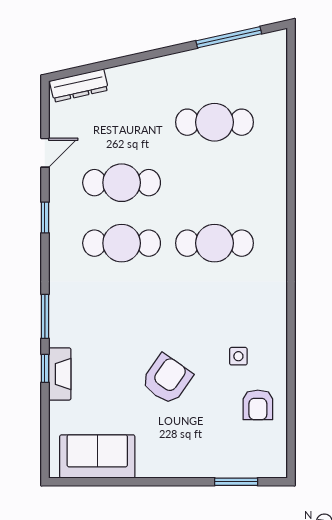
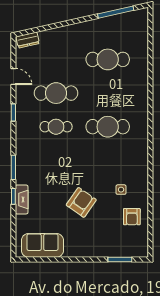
dresser: (79, 86) -> (28, 40), width x0.70
door: (45, 153) -> (13, 76), hinge flipped
cafe table: (122, 243) -> (56, 127), width x0.73, depth x0.74

